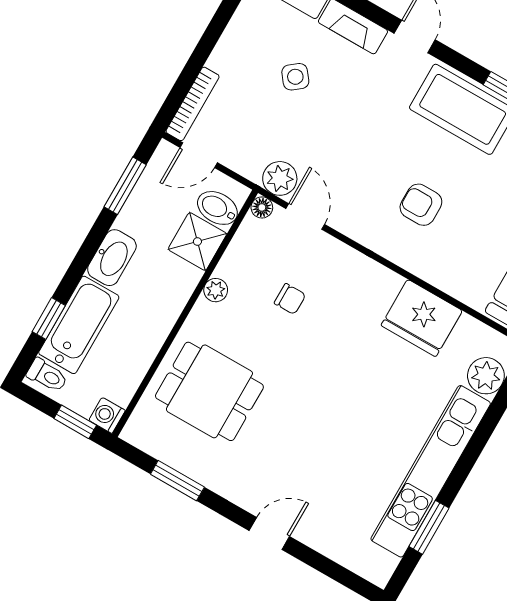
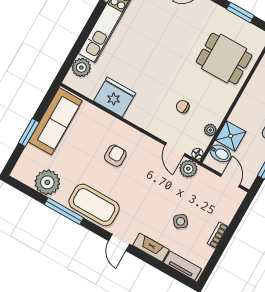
bookcase: (193, 104) -> (218, 235), moved, width x0.64
door: (199, 155) -> (230, 181), hinge flipped
armchair: (421, 205) -> (115, 156), turned -90
plant: (216, 290) -> (210, 130), moved

